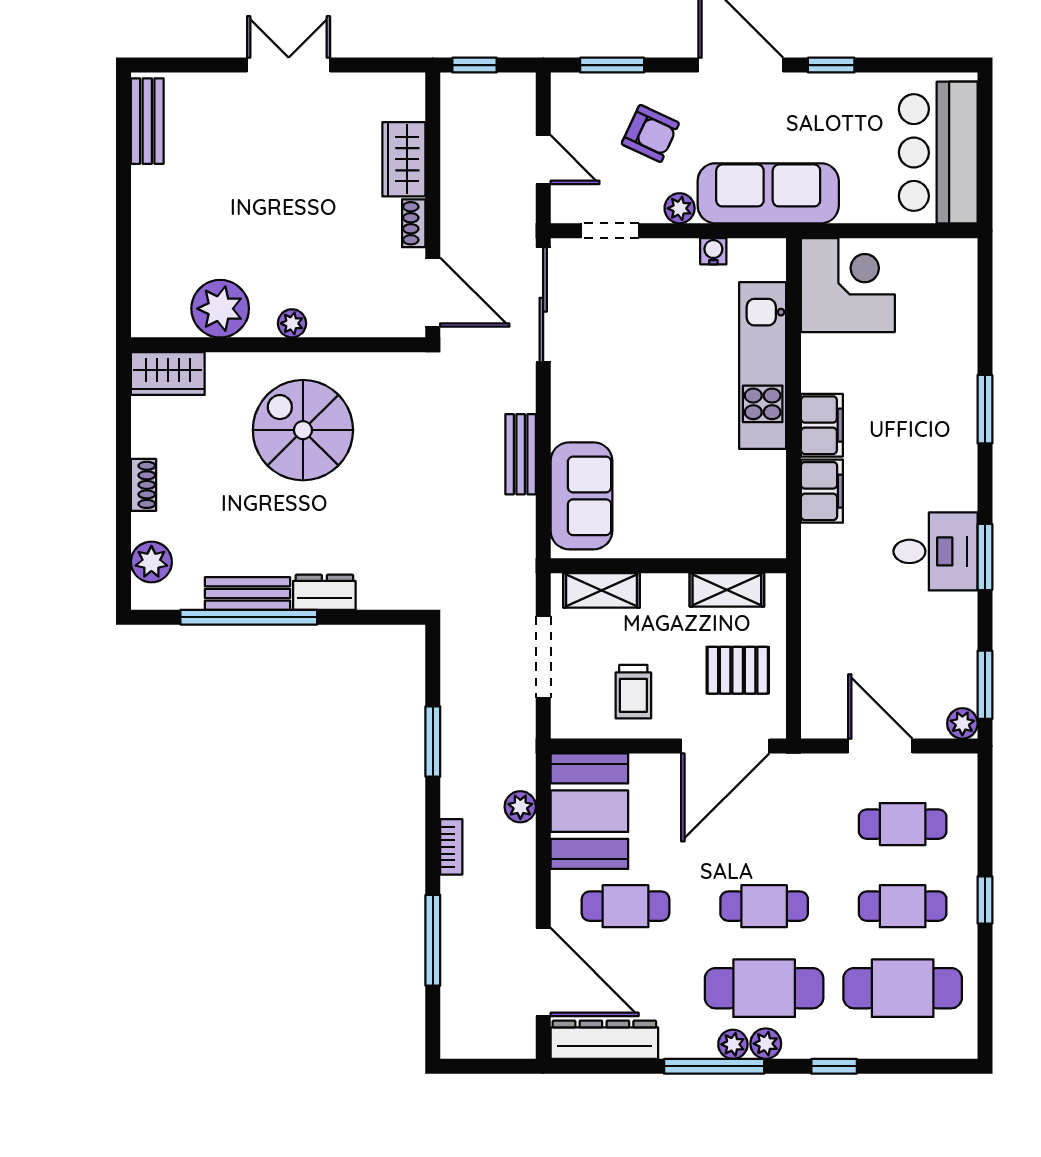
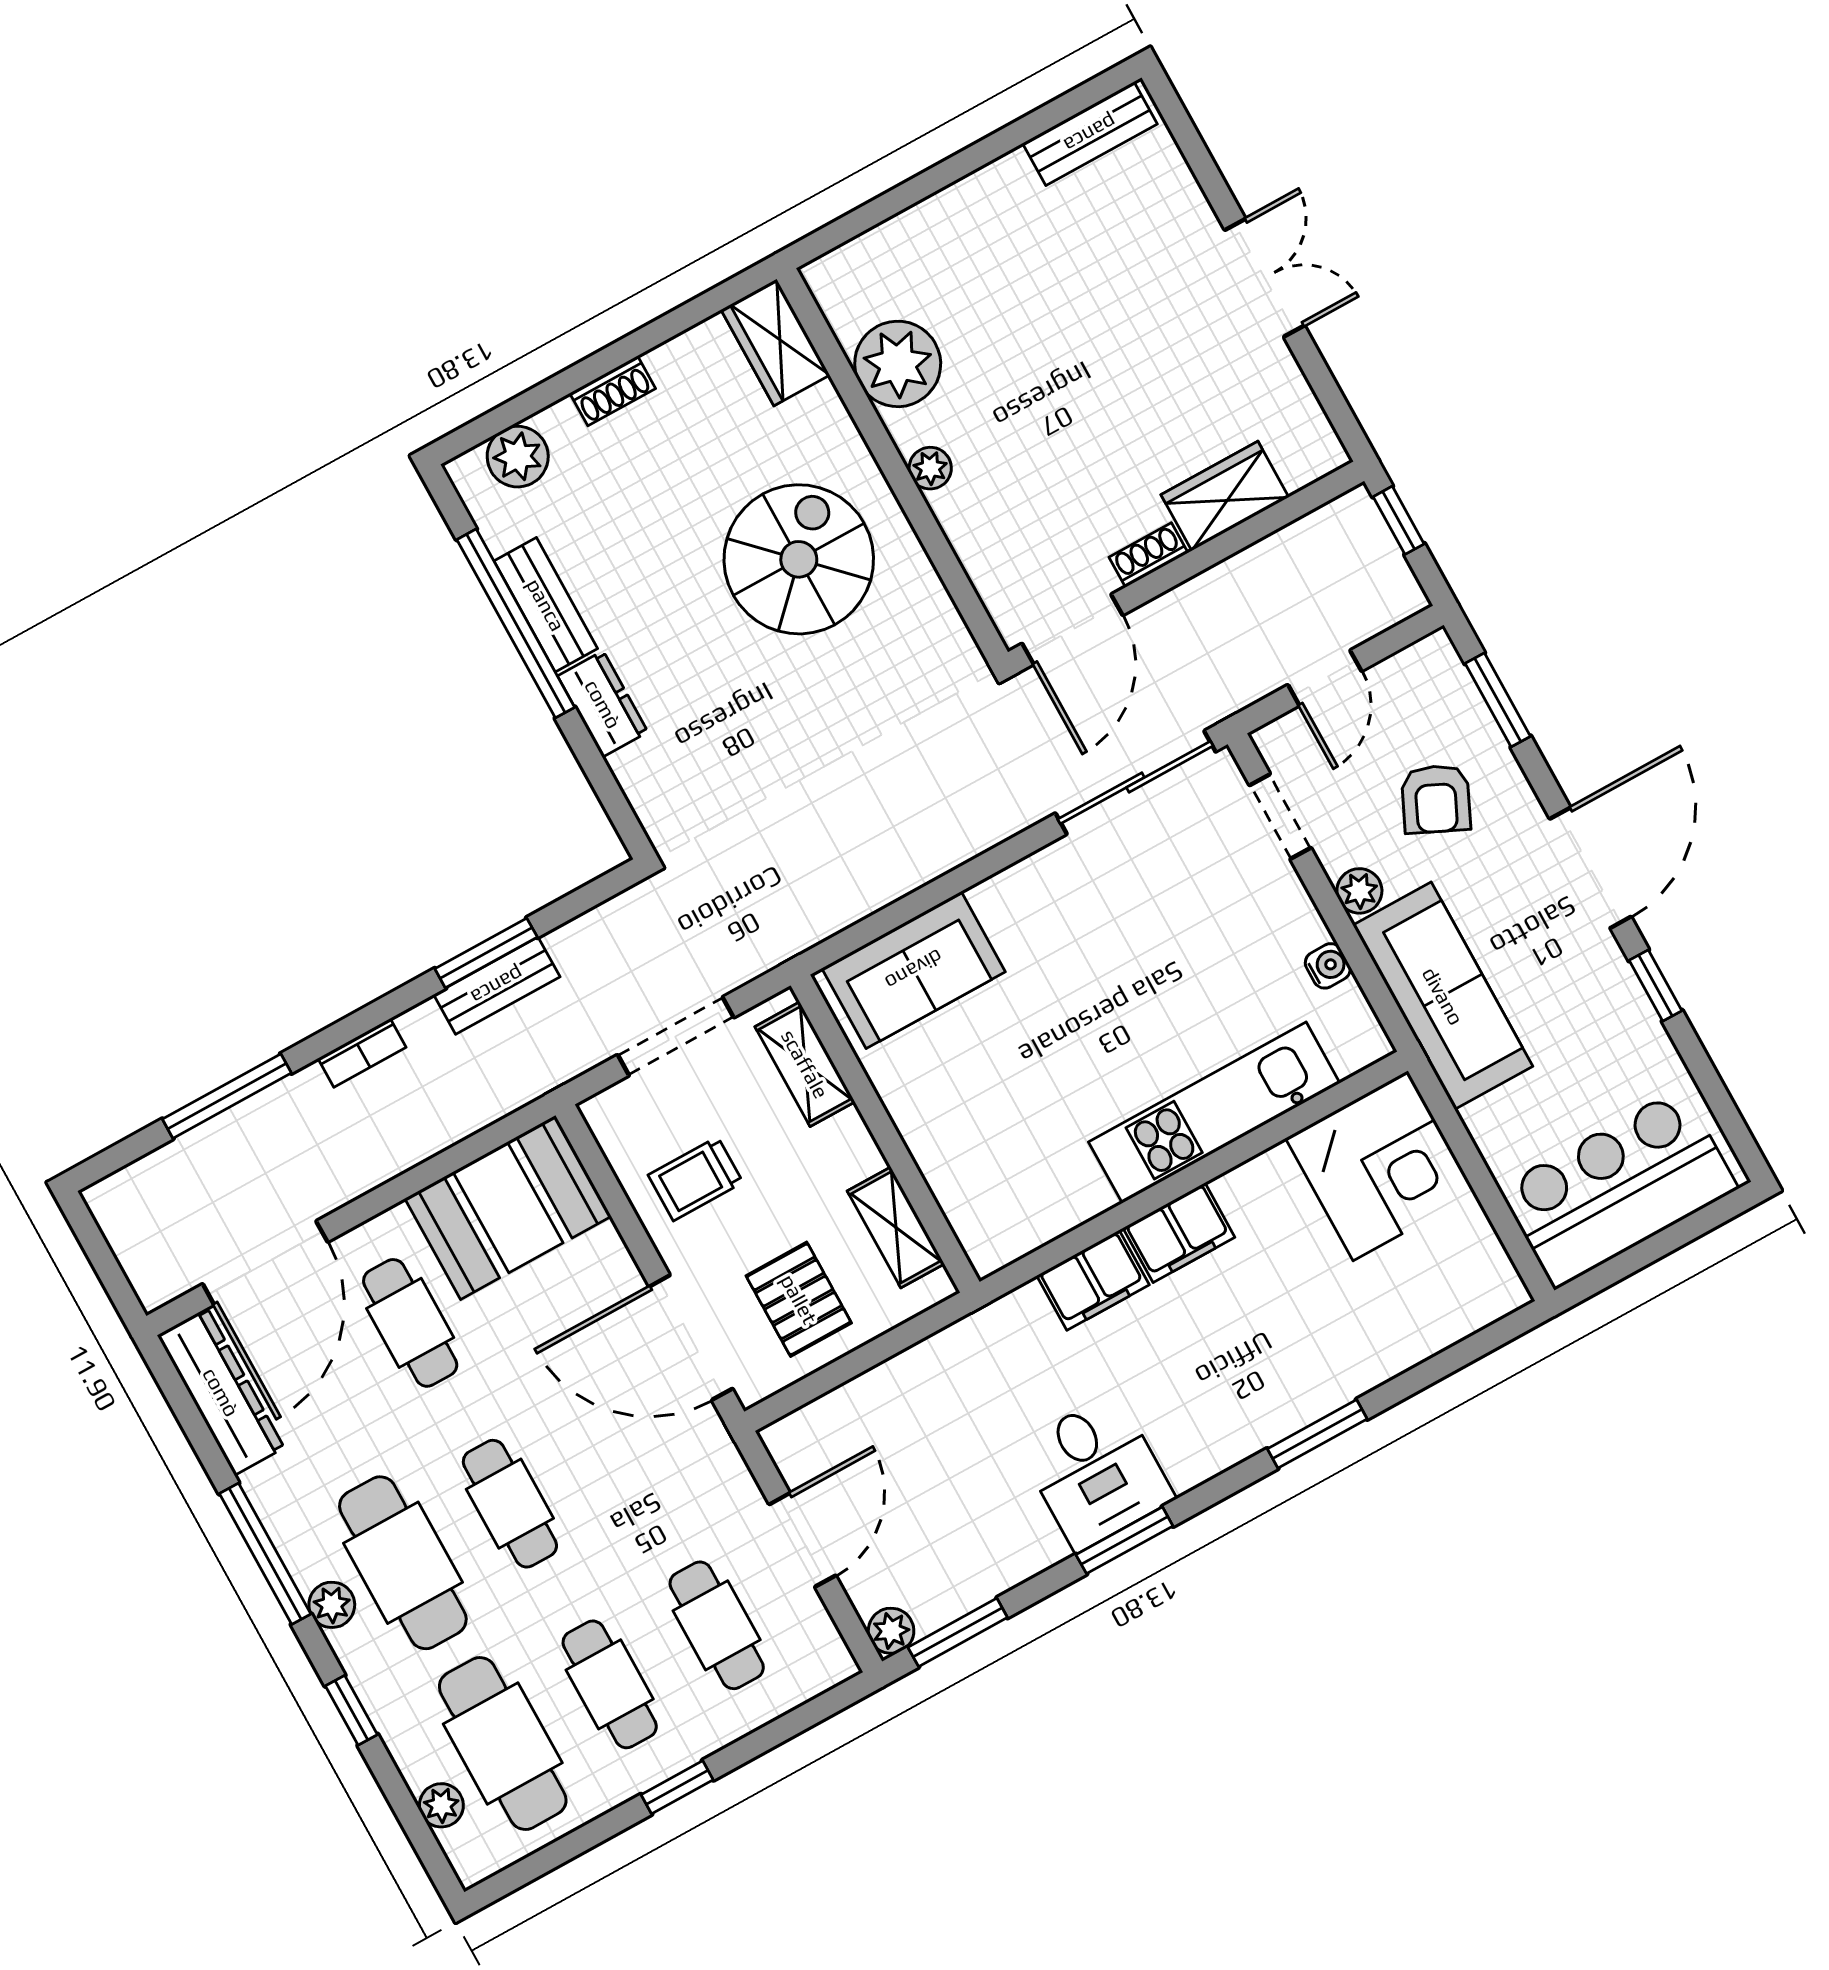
bench: (521, 454) -> (497, 986), moved
plant: (520, 807) -> (464, 1114), removed
plant: (733, 1044) -> (441, 1805), moved

